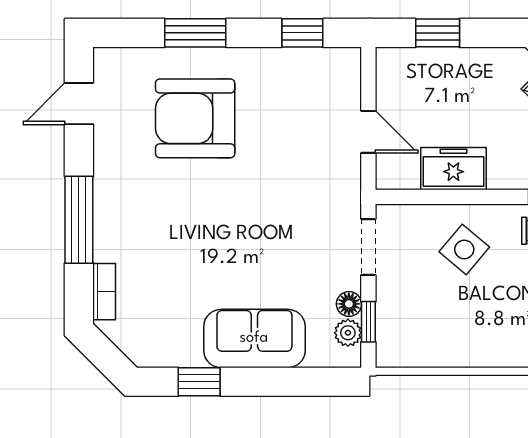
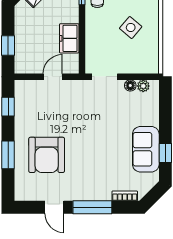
door: (79, 104) -> (54, 207), moved
side table: (464, 249) -> (131, 28), moved
window: (368, 322) -> (138, 77), removed
sofa: (254, 338) -> (146, 149), moved

